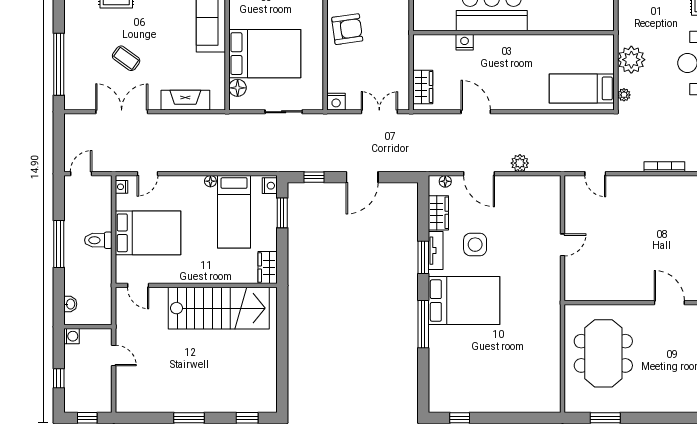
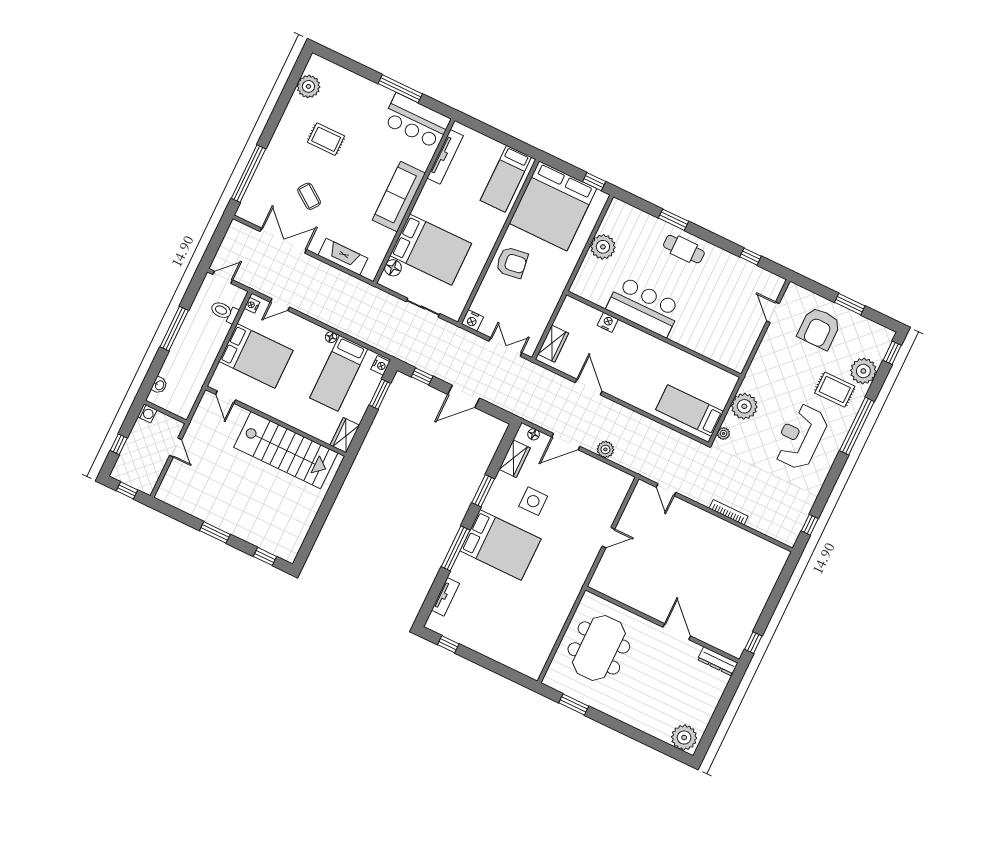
door: (479, 174) -> (566, 442), hinge flipped
toilet: (98, 240) -> (224, 312), moved
tv unit: (436, 251) -> (446, 597), moved

